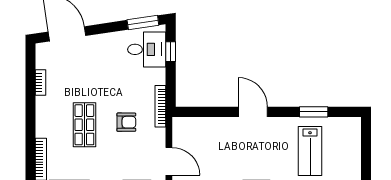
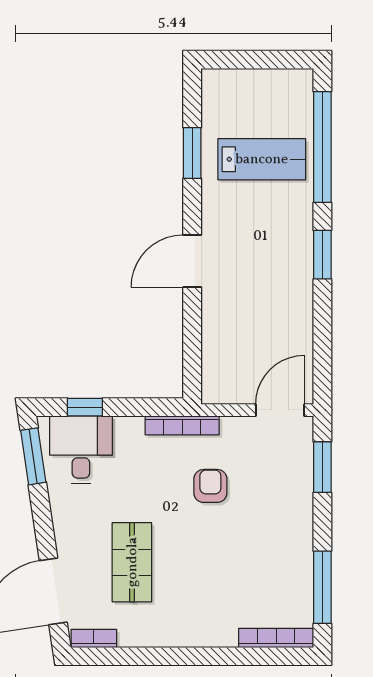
bookcase: (41, 83) -> (94, 638), moved
shop shelf: (84, 125) -> (132, 562), moved, turned 90

